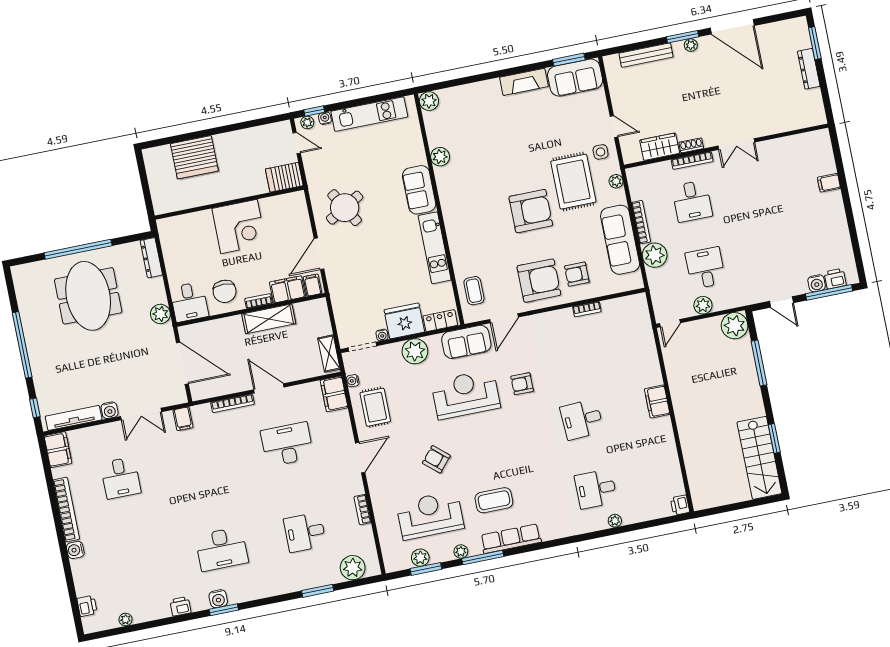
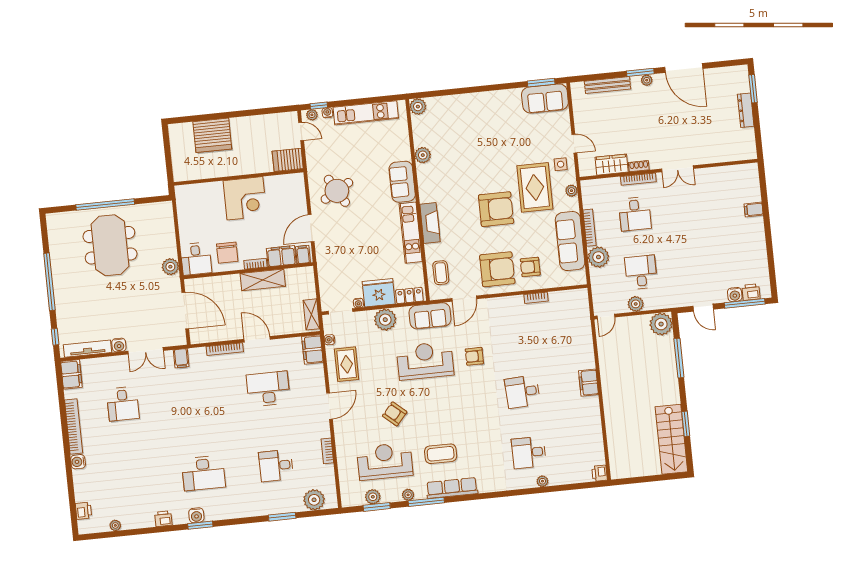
fireplace: (524, 82) -> (430, 223), moved, turned -90
dresser: (151, 258) -> (167, 218), removed

